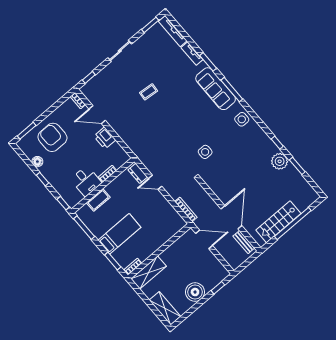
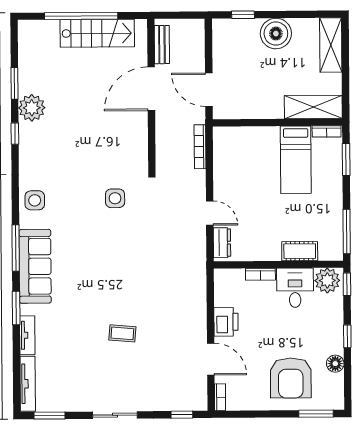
plant: (74, 197) -> (327, 280), added
bed: (119, 234) -> (296, 160), moved, turned -90

